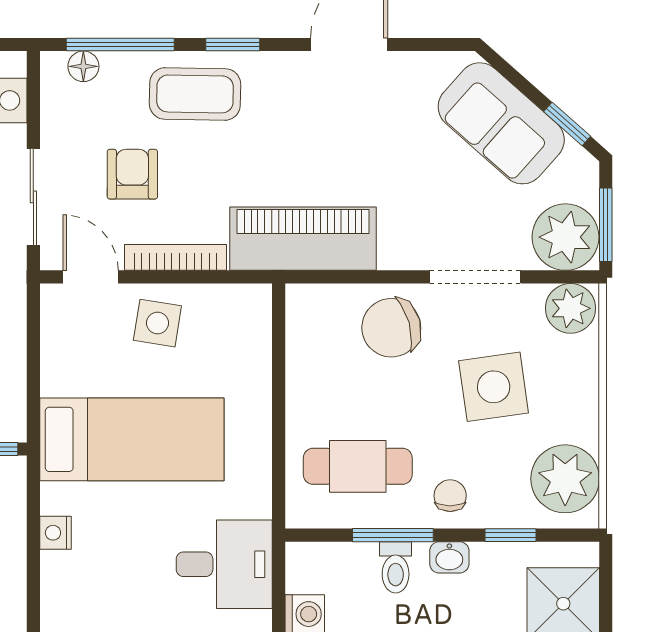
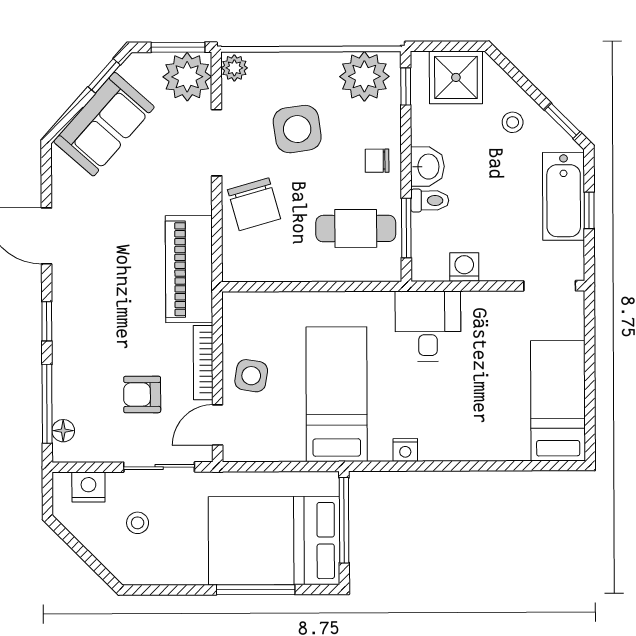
coffee table: (195, 94) -> (83, 349), removed
plant: (570, 308) -> (234, 68), width x0.73, depth x0.73
cafe table: (358, 466) -> (356, 228), turned 90
window: (393, 535) -> (406, 228), moved
window: (510, 535) -> (406, 86), moved
washbasin: (449, 557) -> (427, 167), width x1.38, depth x1.45

